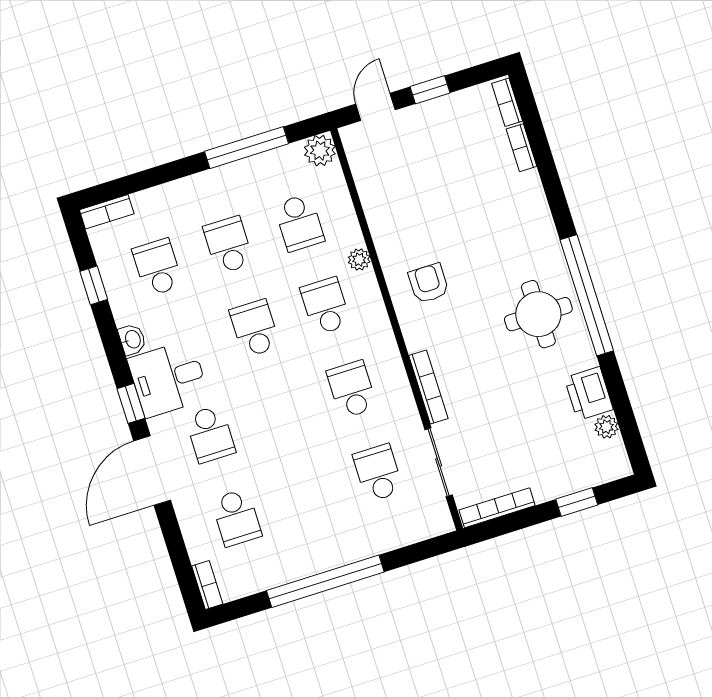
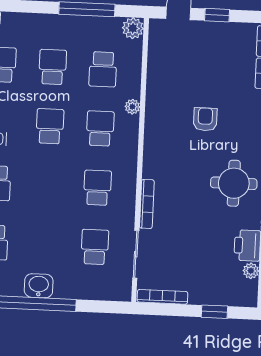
armchair: (429, 283) -> (205, 119), moved
washbasin: (320, 555) -> (39, 286), added

